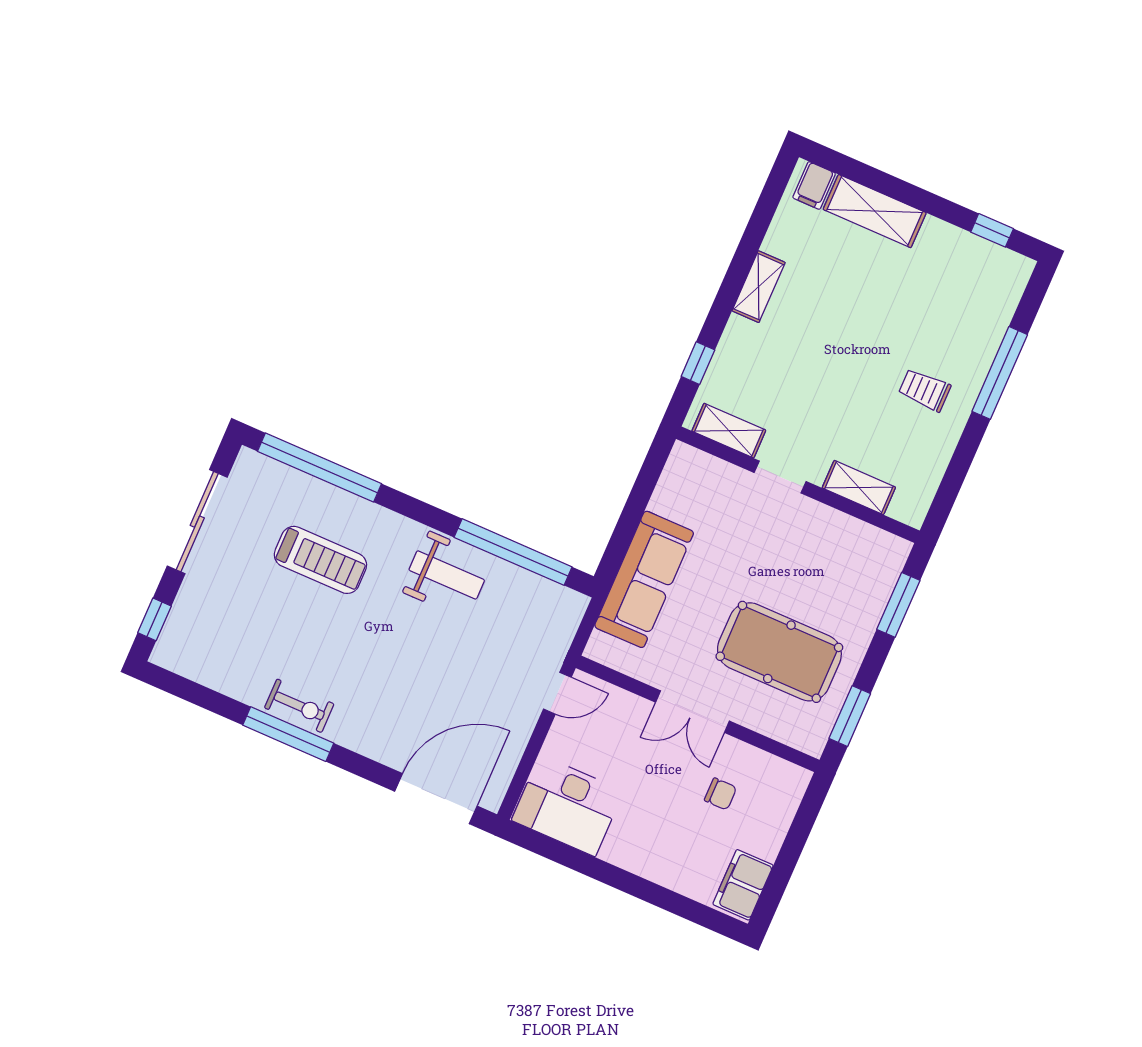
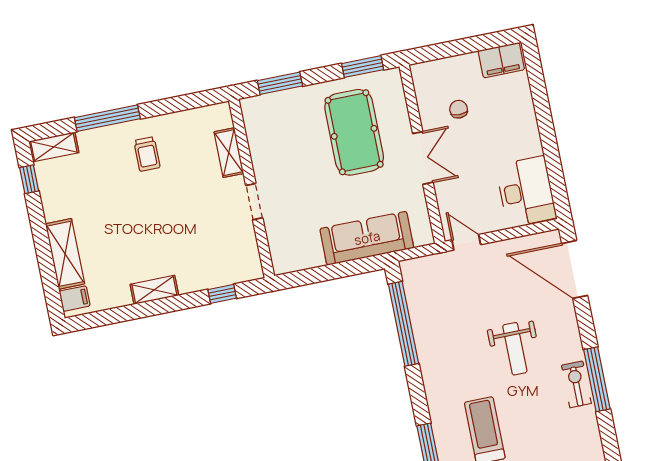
shelving: (729, 431) -> (54, 147), moved, turned 90
weight bench: (447, 575) -> (515, 349), moved, turned 180

